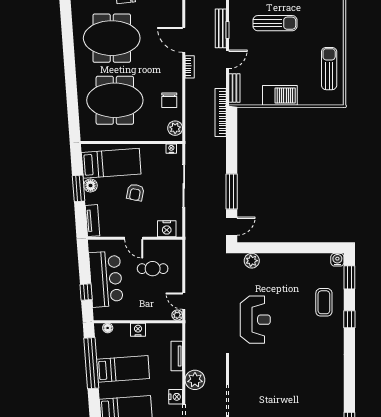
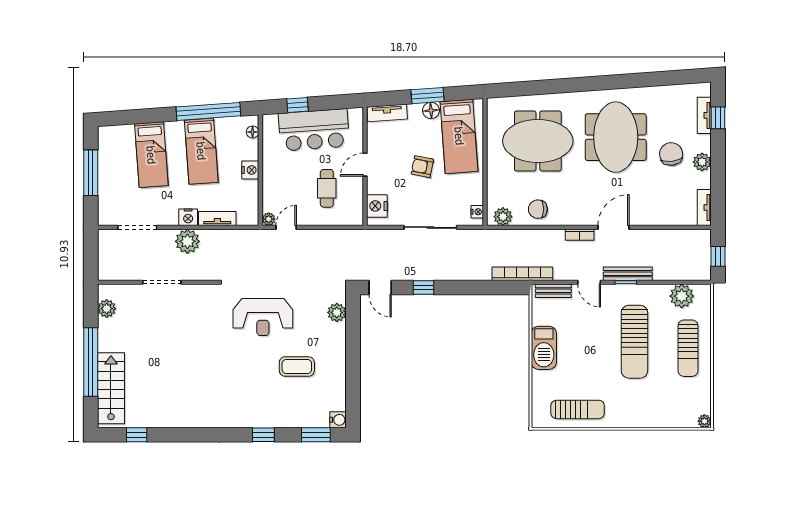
sun lounger: (275, 23) -> (634, 342), width x1.36, depth x1.34
meeting table: (115, 100) -> (538, 141), turned 90
window: (232, 191) -> (423, 287), width x0.46
coffee table: (324, 302) -> (297, 366), moved
nightstand: (176, 397) -> (188, 217), moved

